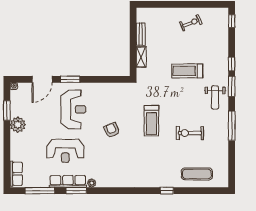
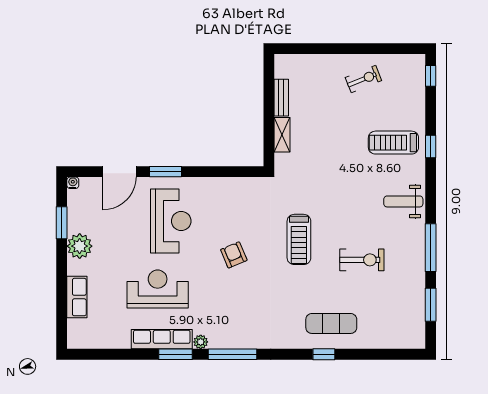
treadmill: (187, 71) -> (393, 143), moved
window: (232, 86) -> (431, 305), moved
weight bench: (215, 98) -> (403, 201), turned 90
exercise bike: (190, 133) -> (362, 260), turned 180
reception desk: (65, 151) -> (158, 289), turned 180
row of seats: (16, 174) -> (77, 297), moved
exercise mat: (197, 174) -> (331, 323), moved
window: (40, 191) -> (233, 354), moved

